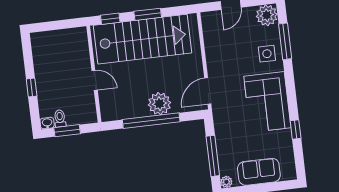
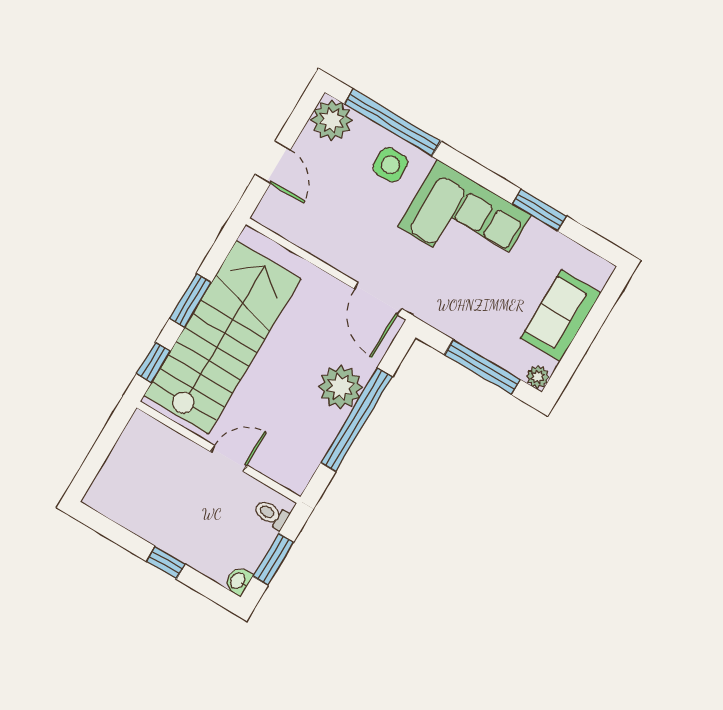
window: (285, 41) -> (393, 123), width x1.46
toilet: (60, 118) -> (271, 514), moved
window: (296, 130) -> (539, 210), width x1.50

